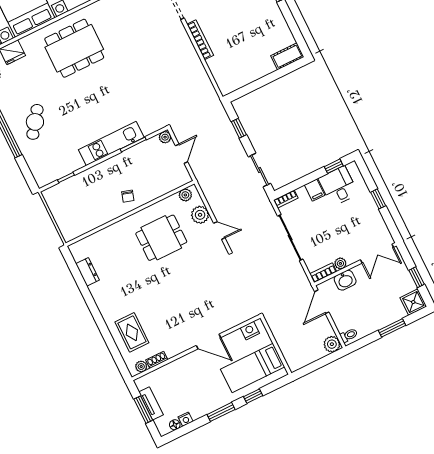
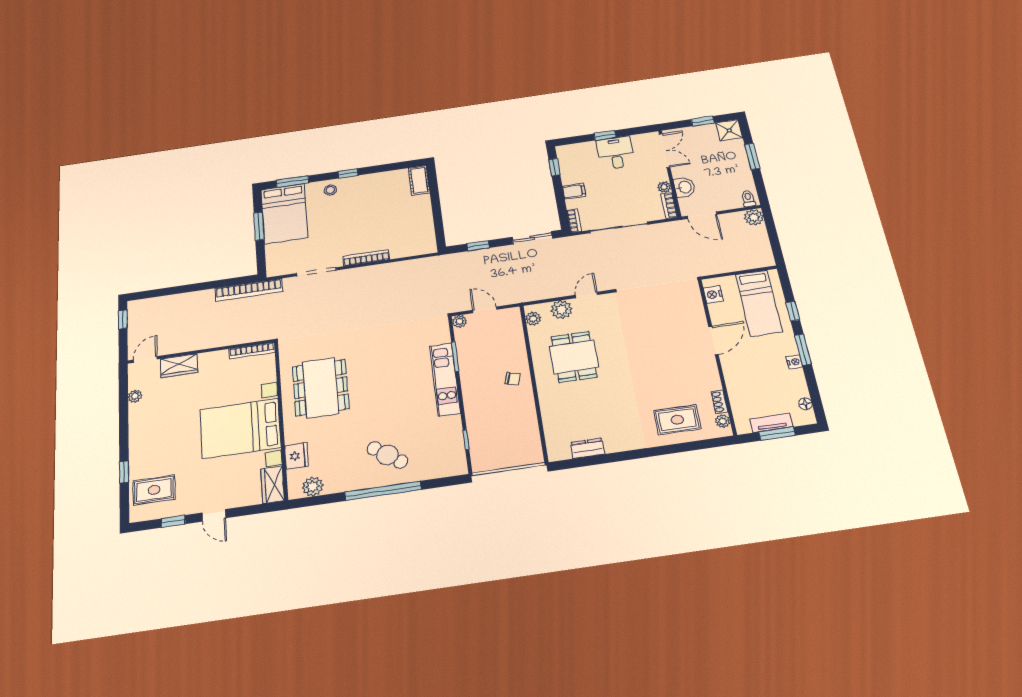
desk: (338, 186) -> (616, 153), moved, turned 90
nightstand: (186, 419) -> (794, 362), moved

